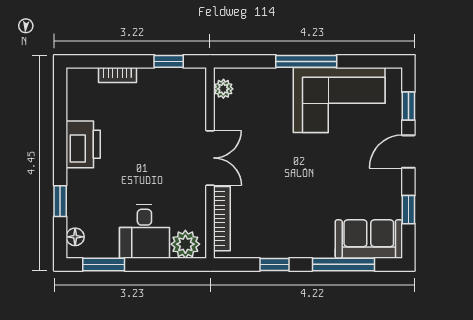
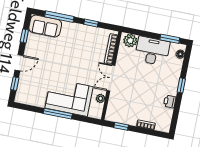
plant: (223, 89) -> (101, 98), moved
corner sofa: (339, 100) -> (69, 97), moved
printer: (83, 144) -> (170, 102), width x0.53, depth x0.68
window: (60, 201) -> (181, 85), moved
desk: (144, 232) -> (152, 51), width x1.37

